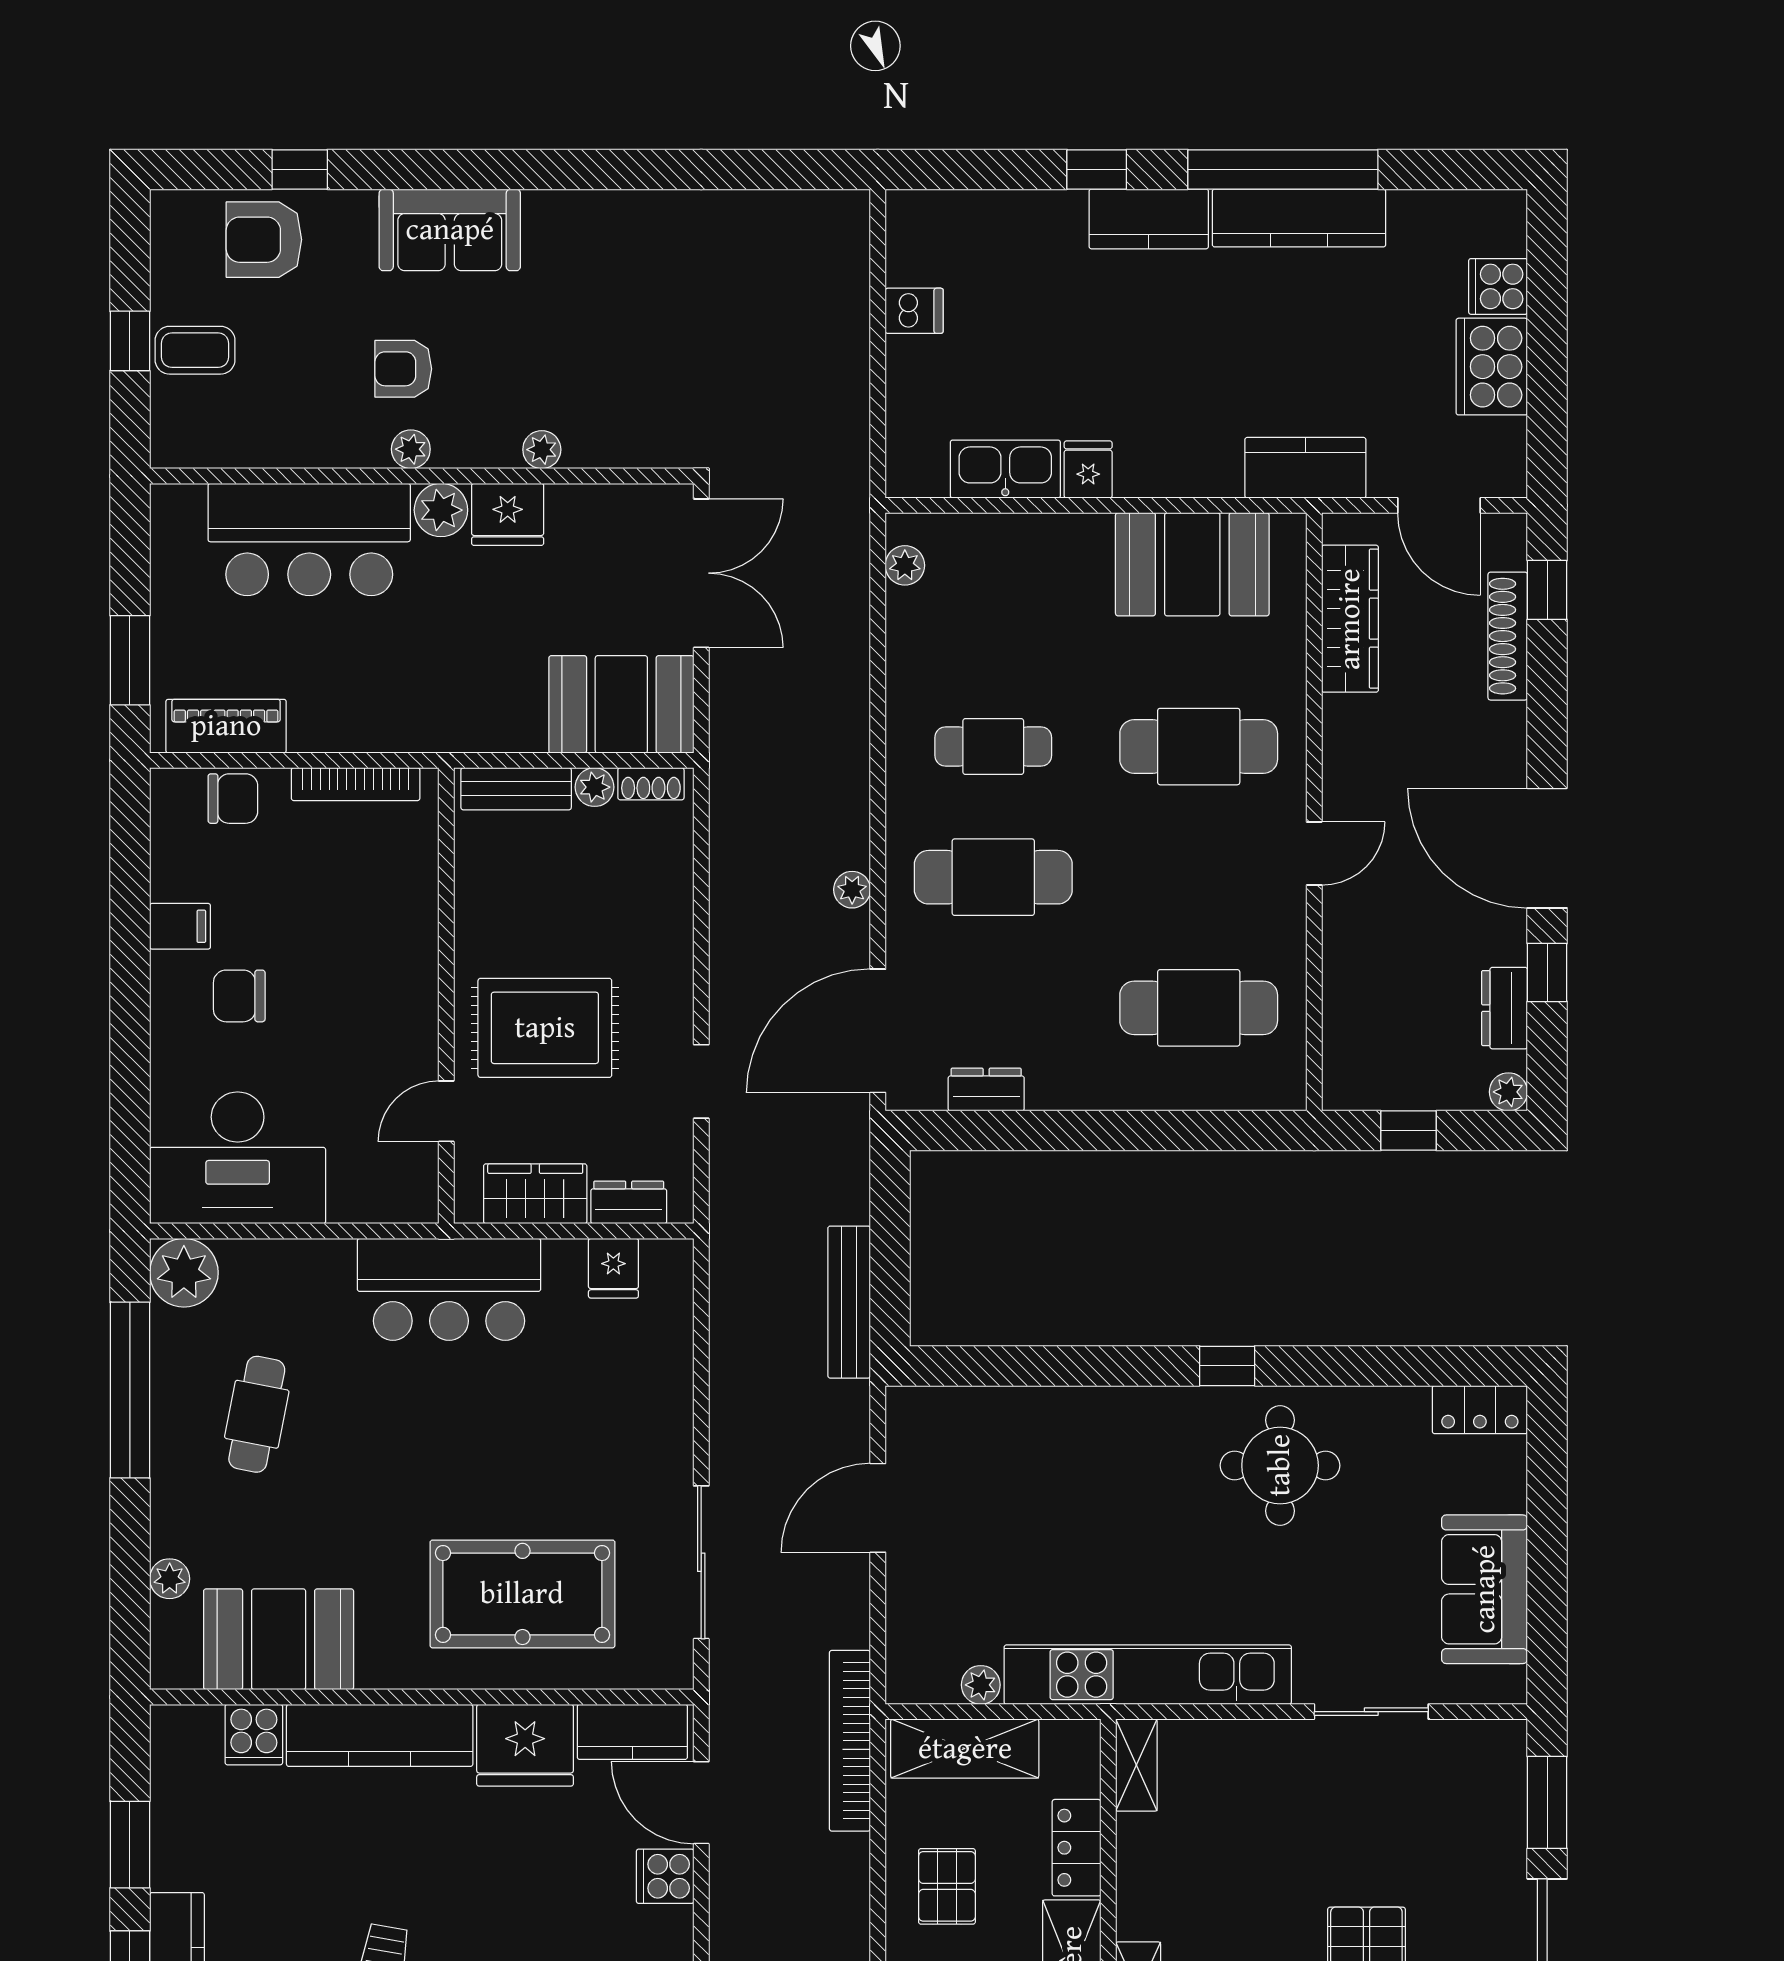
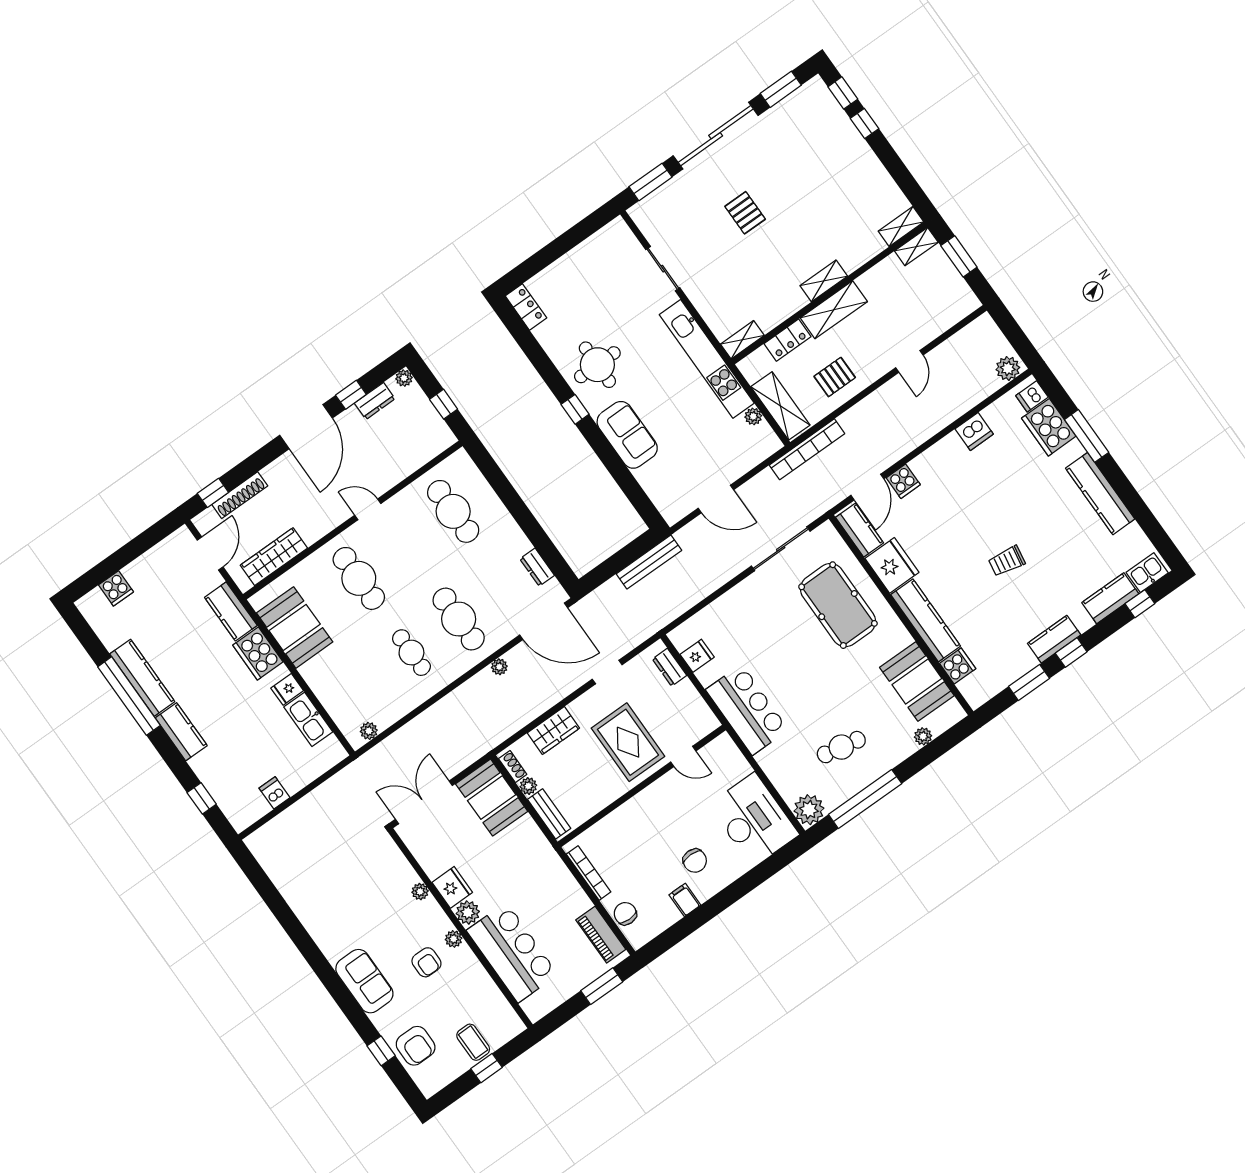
window: (1097, 169) -> (202, 798), moved
cooker: (1492, 367) -> (258, 654), moved, turned 90
wardrobe: (535, 1194) -> (553, 731), moved, turned -90
sofa: (1485, 1589) -> (627, 435), moved, turned -90

